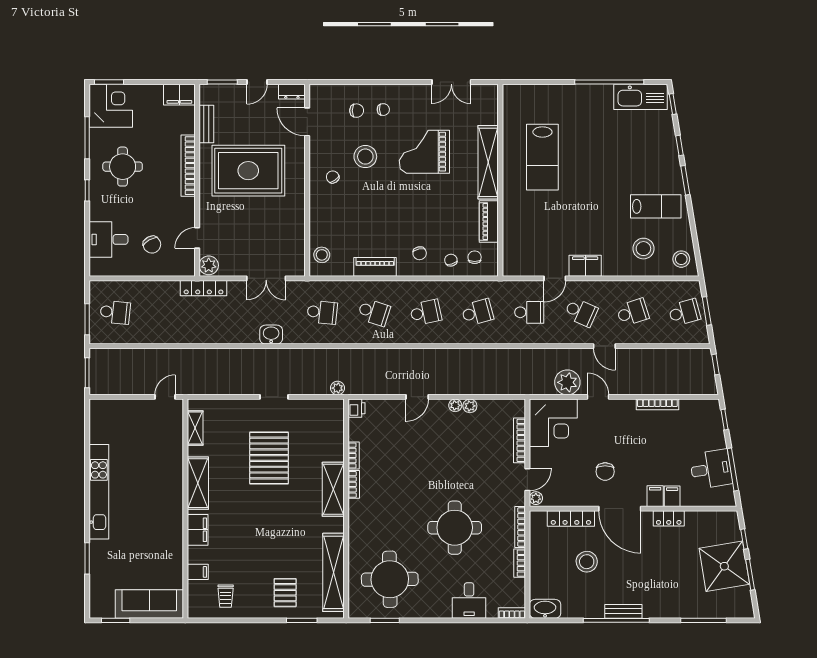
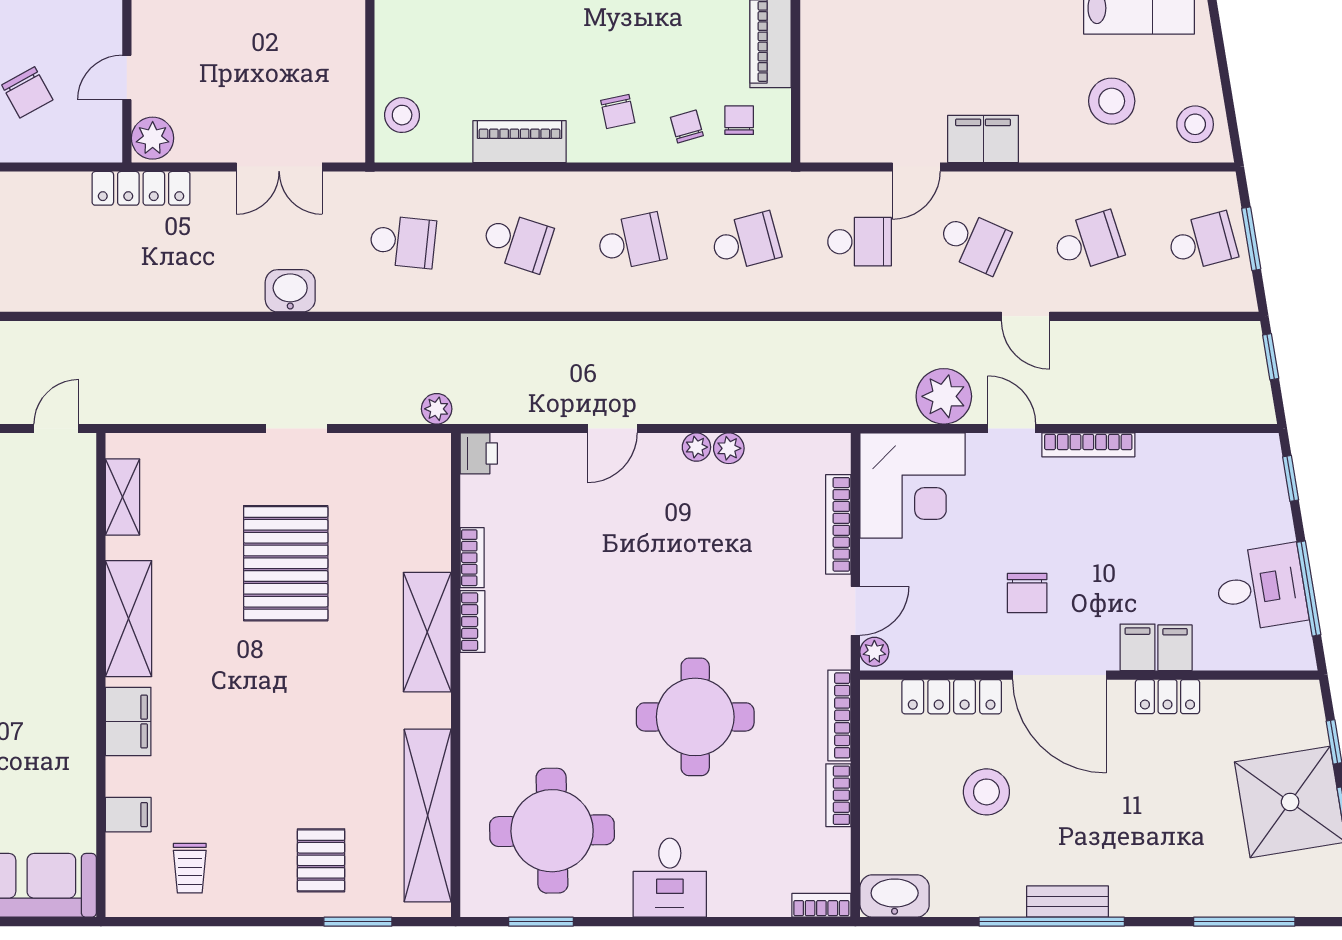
bookcase: (657, 404) -> (1088, 445), moved
desk: (469, 601) -> (670, 878), moved

